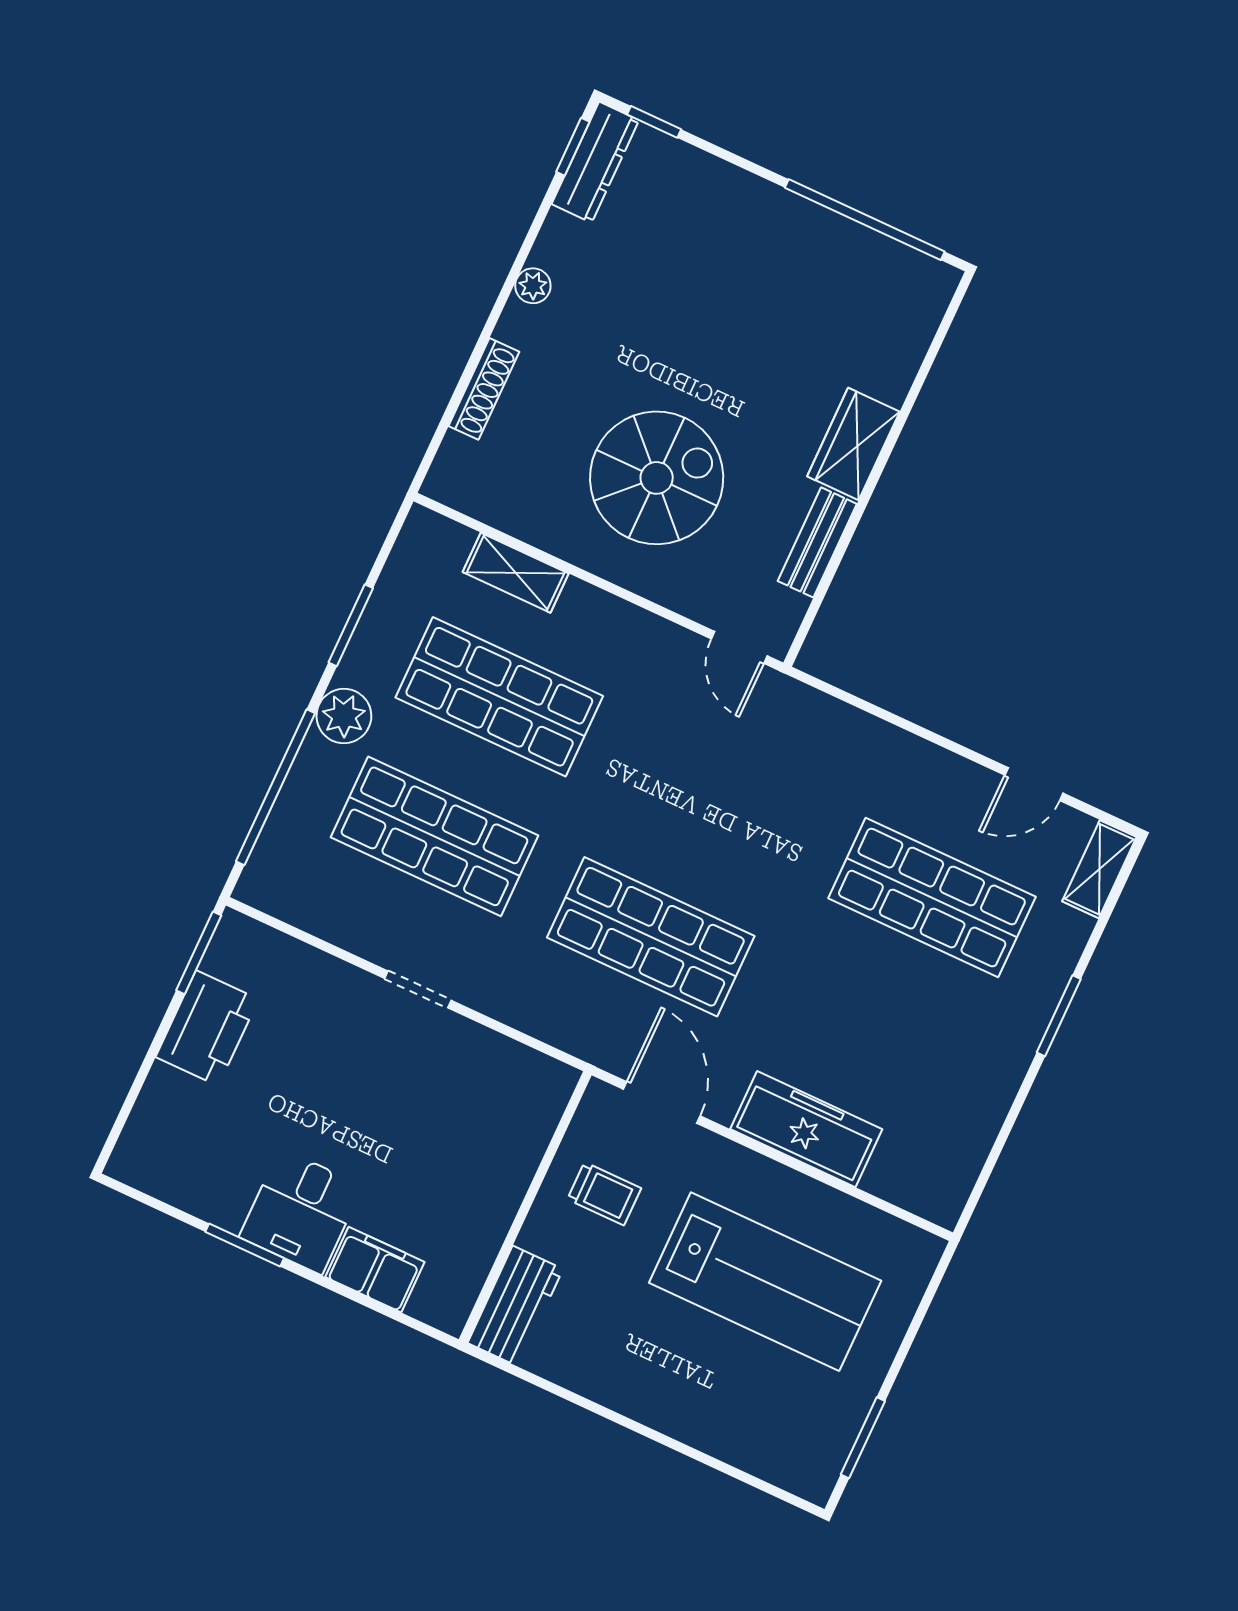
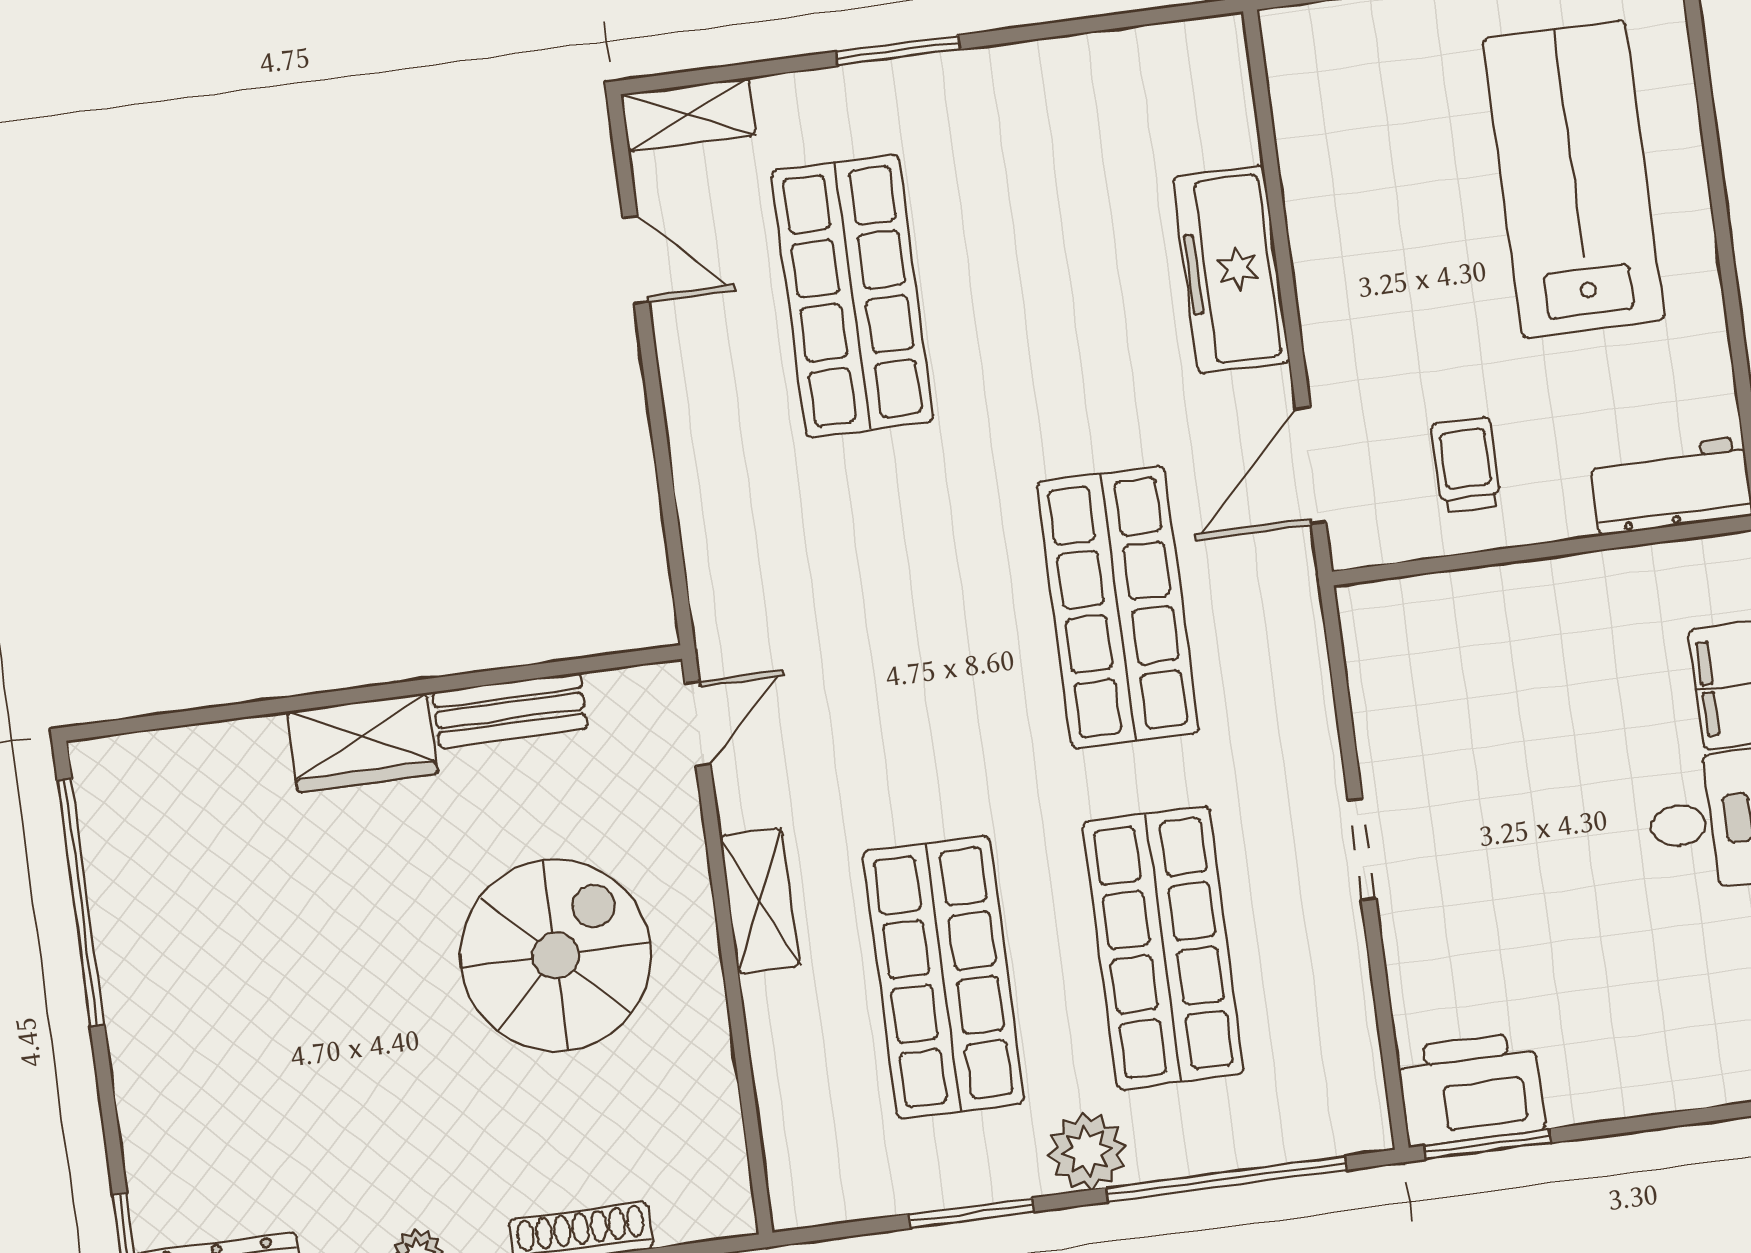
spiral stairs: (657, 478) -> (556, 955), turned 90
shelving: (516, 573) -> (760, 901), moved
printer: (207, 1028) -> (1471, 1089), moved
lab bench: (765, 1282) -> (1574, 179), moved

